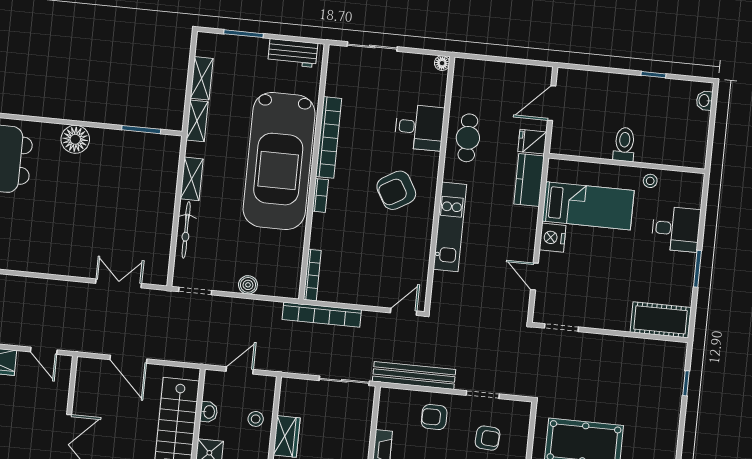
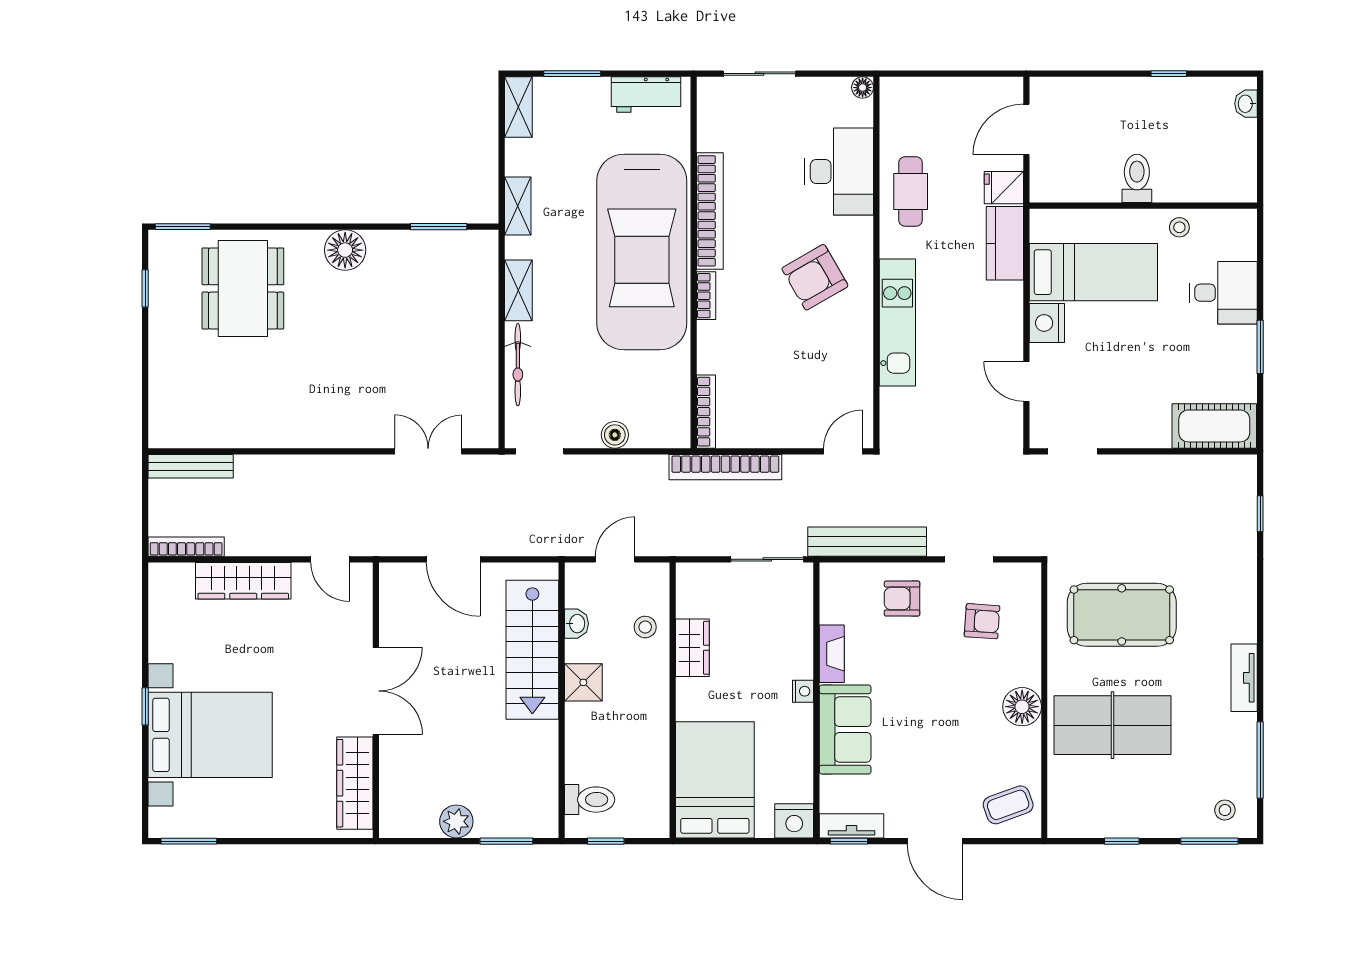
shelving: (202, 78) -> (518, 107), moved
desk: (419, 127) -> (839, 171), width x1.37

